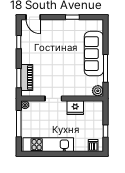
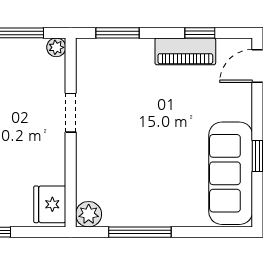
sofa: (94, 54) -> (231, 173), moved, turned -90
piano: (27, 77) -> (185, 51), moved
fridge: (75, 108) -> (50, 204), moved

